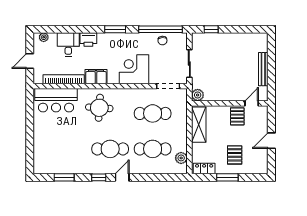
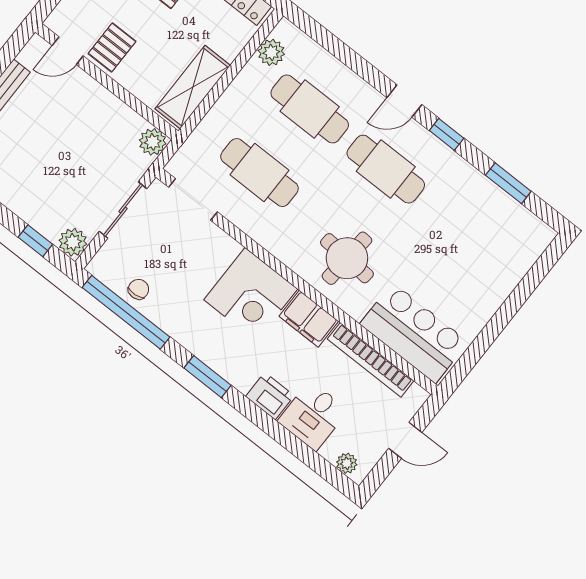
plant: (198, 39) -> (73, 242), added
corner desk: (134, 69) -> (251, 294), moved

